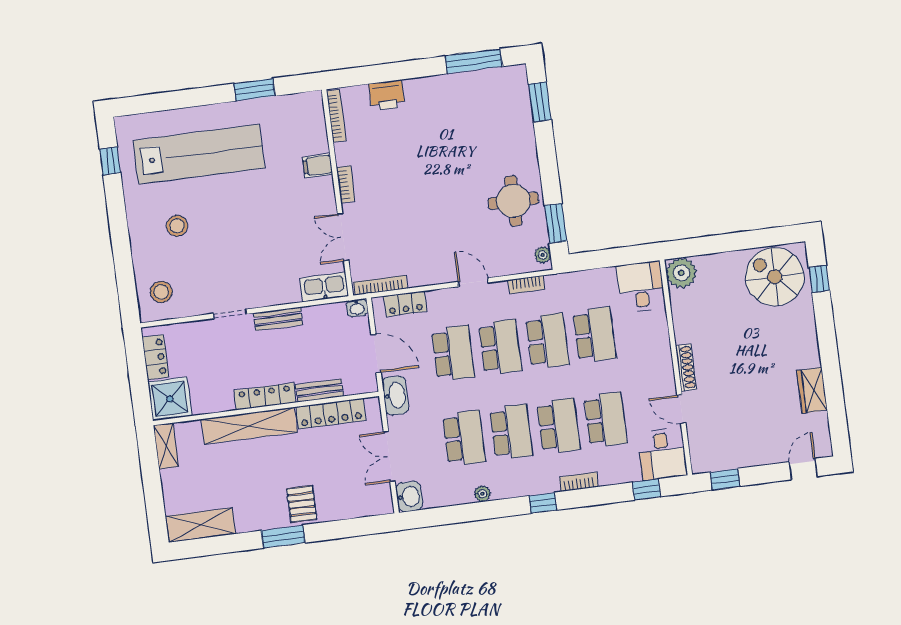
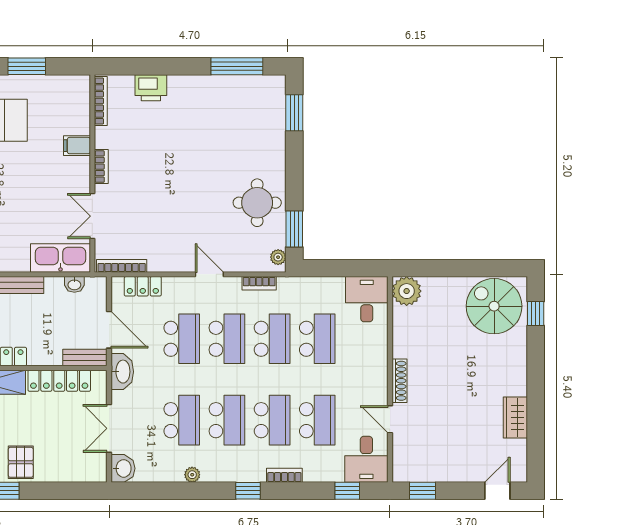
kitchen sink: (324, 287) -> (61, 258), width x1.36, depth x1.24
washbasin: (357, 308) -> (74, 284), moved
bench: (319, 390) -> (85, 358), moved

